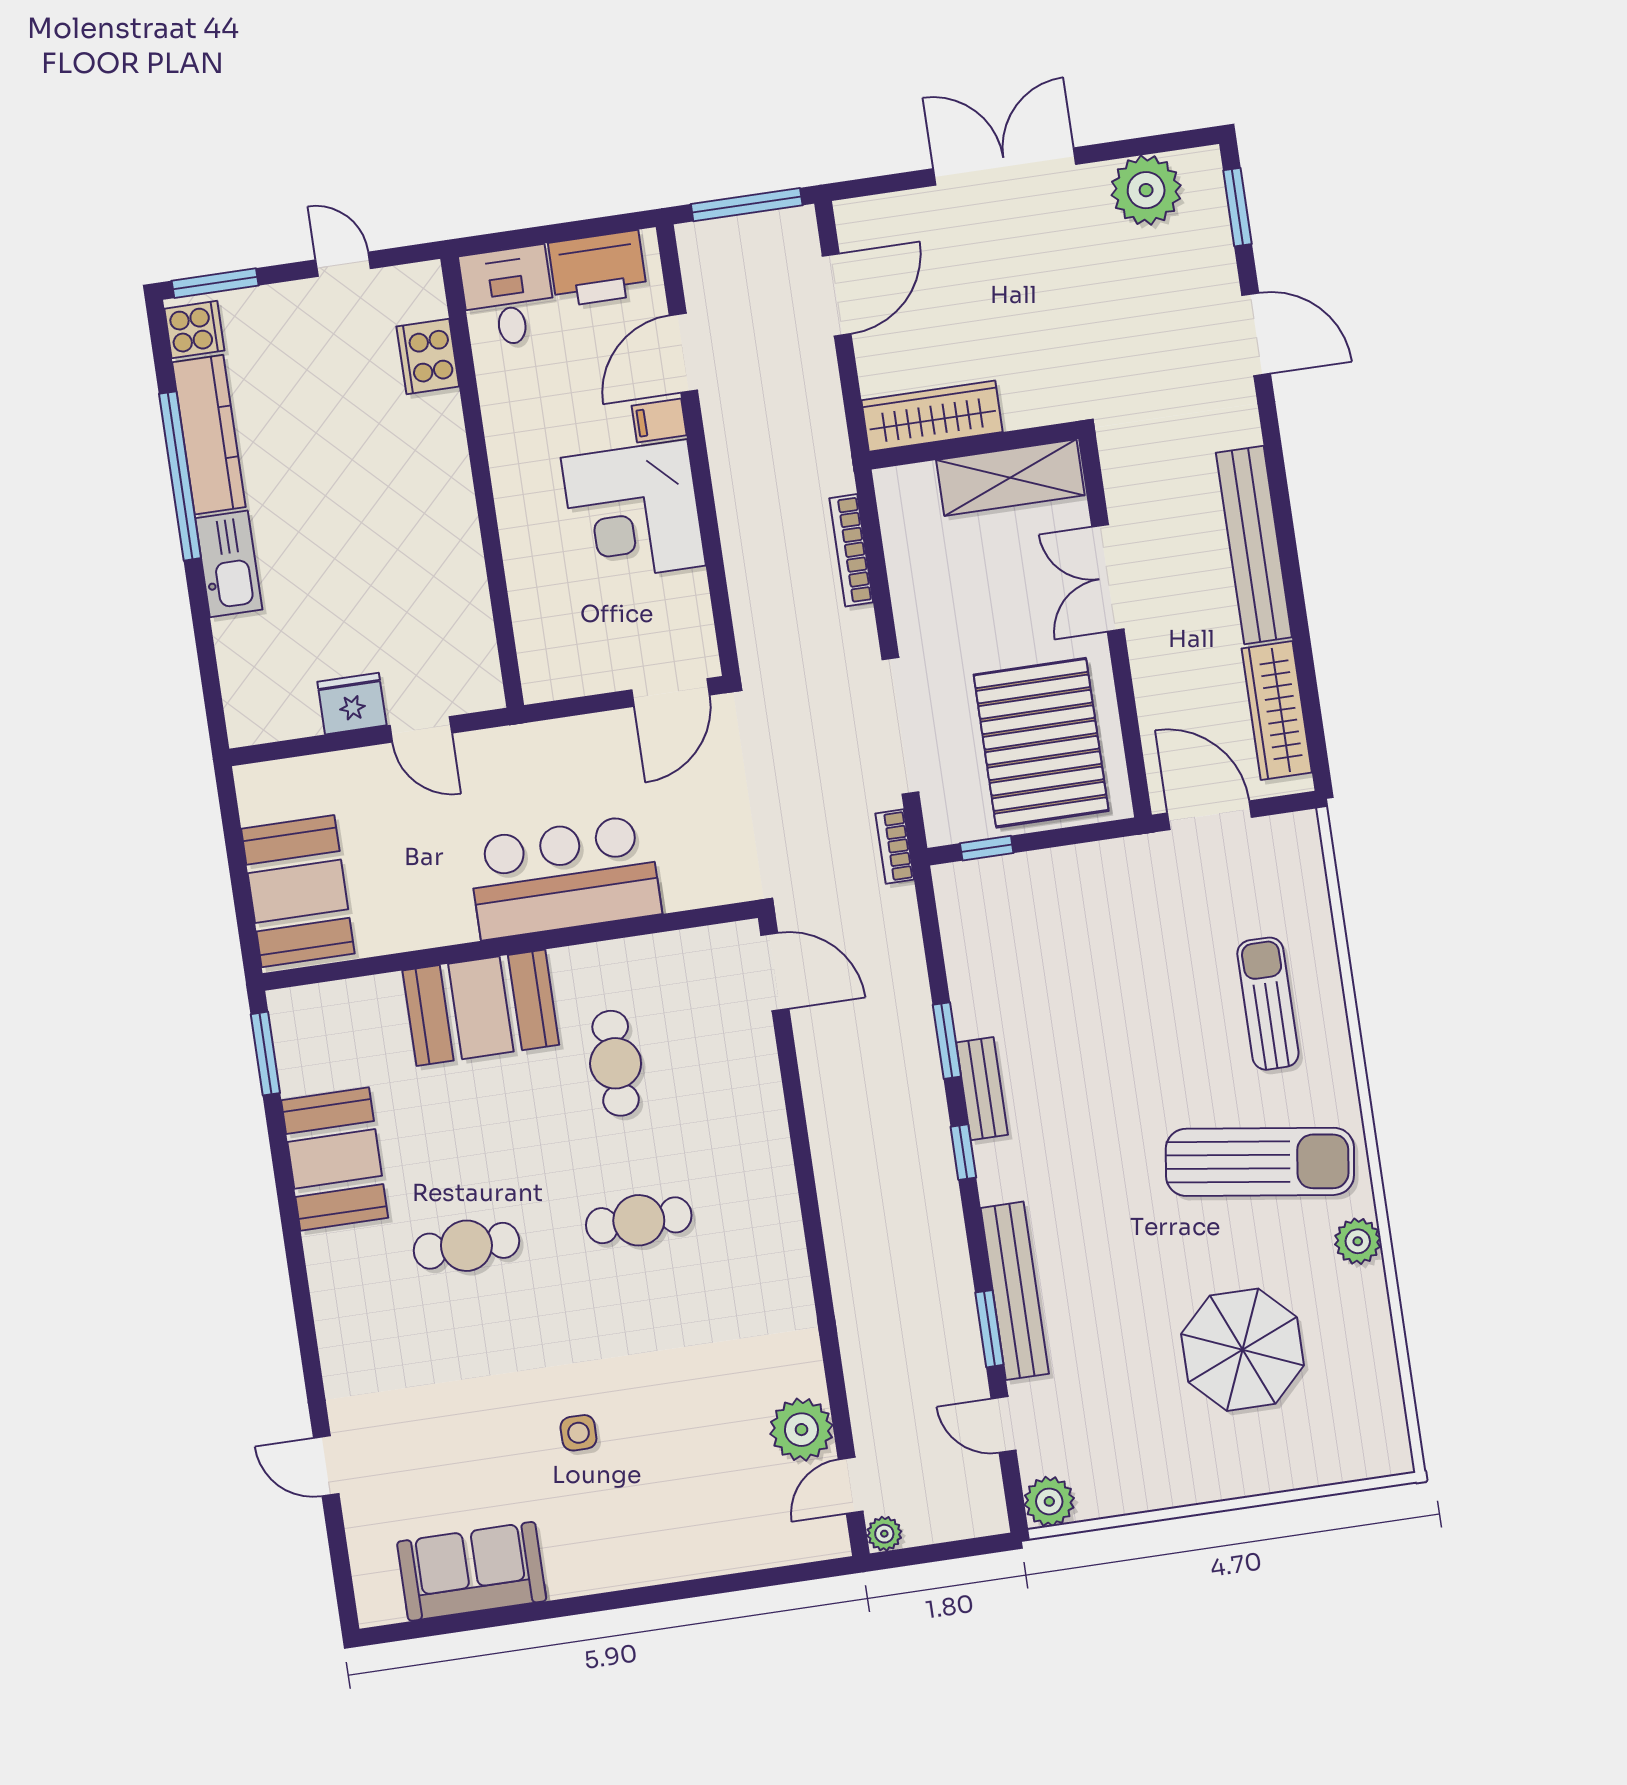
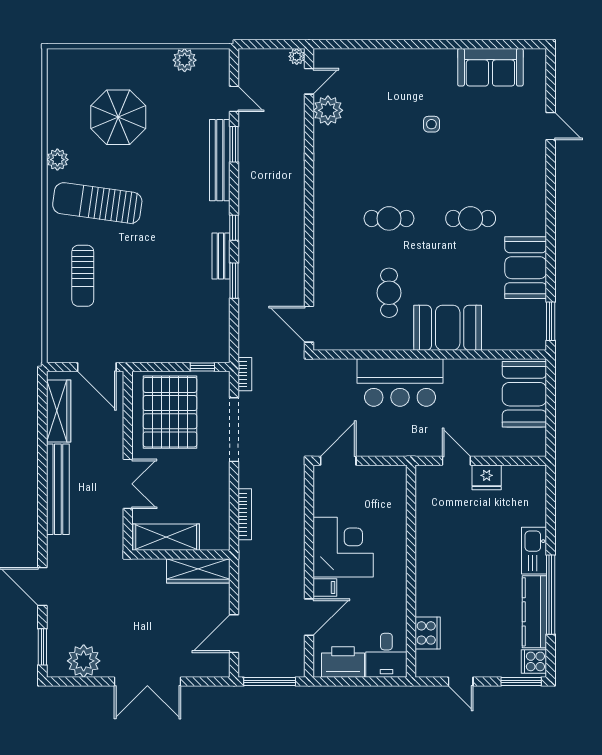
plant: (1049, 1501) -> (185, 60), moved

